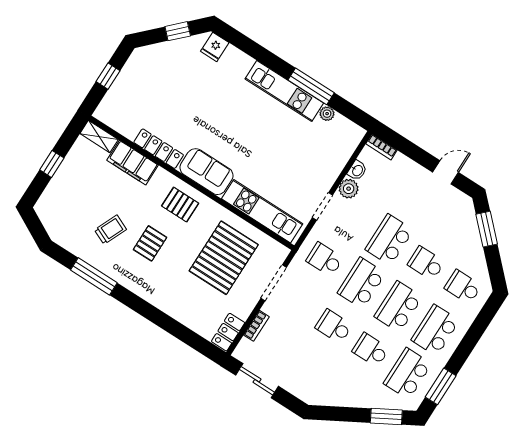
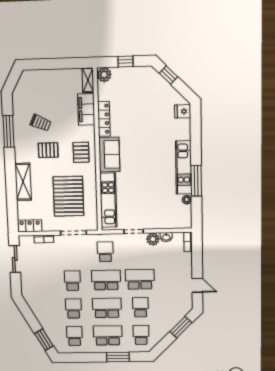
window: (178, 31) -> (168, 75), moved
plant: (106, 112) -> (104, 75), added
window: (52, 164) -> (54, 64), removed
pallet: (224, 258) -> (68, 196), turned 90
shelving: (168, 302) -> (23, 182), added
school desk: (408, 374) -> (74, 336), width x0.54
window: (441, 386) -> (118, 357), moved

